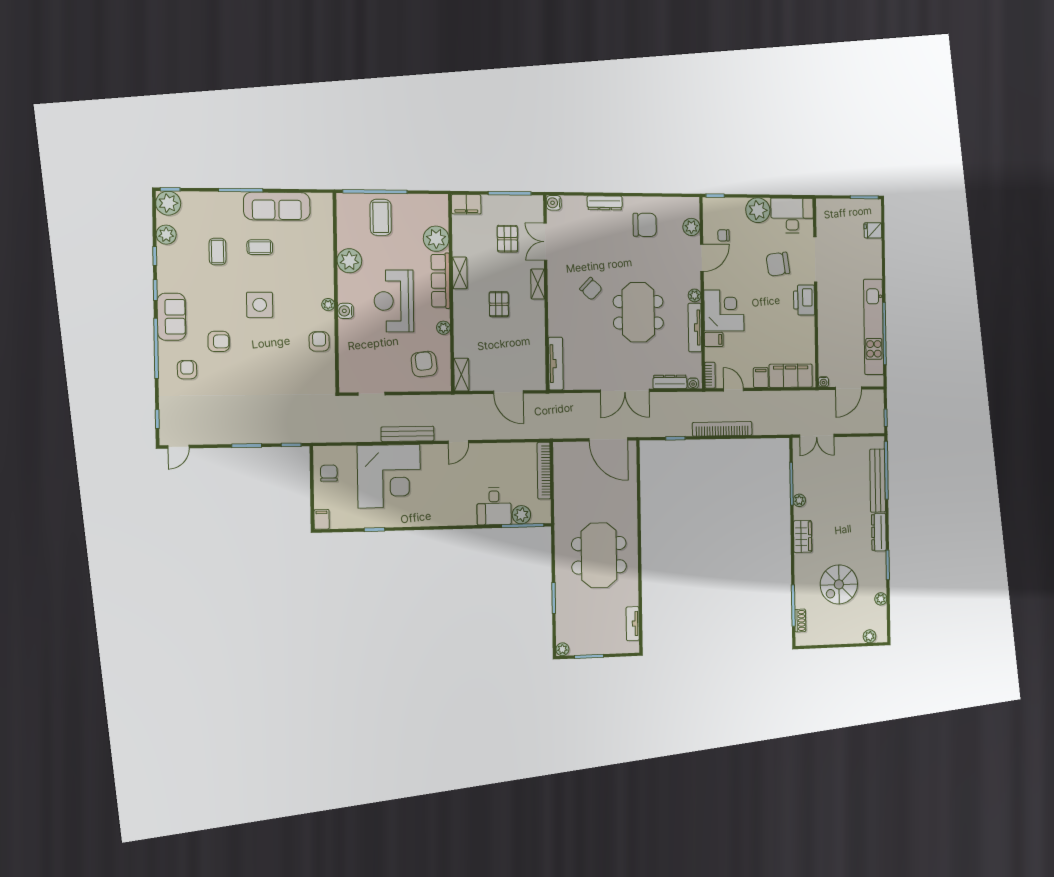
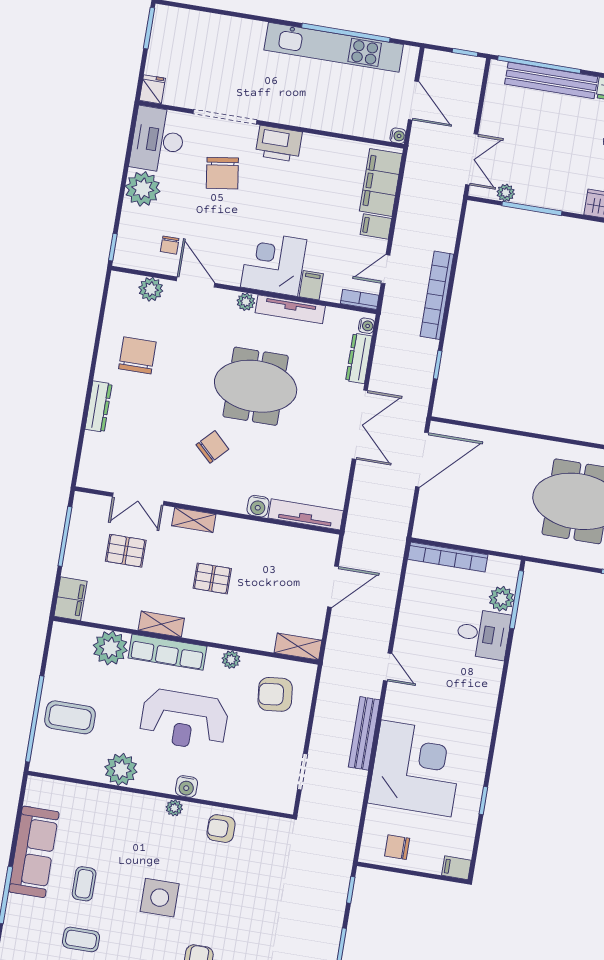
water cooler: (554, 203) -> (258, 506), moved
fridge: (873, 230) -> (152, 89), moved, turned 180
plant: (799, 500) -> (506, 193), moved

